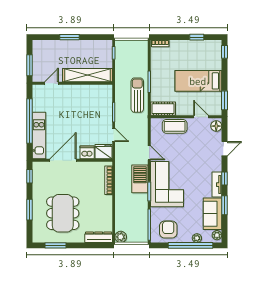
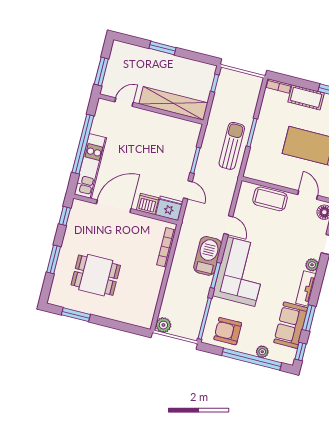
cot: (163, 109) -> (306, 97), moved
window: (224, 179) -> (300, 352), moved
dining table: (63, 213) -> (96, 275), width x0.73
armchair: (168, 230) -> (228, 331), turned -90
plant: (217, 235) -> (312, 265), moved
dresser: (99, 237) -> (135, 318), removed

